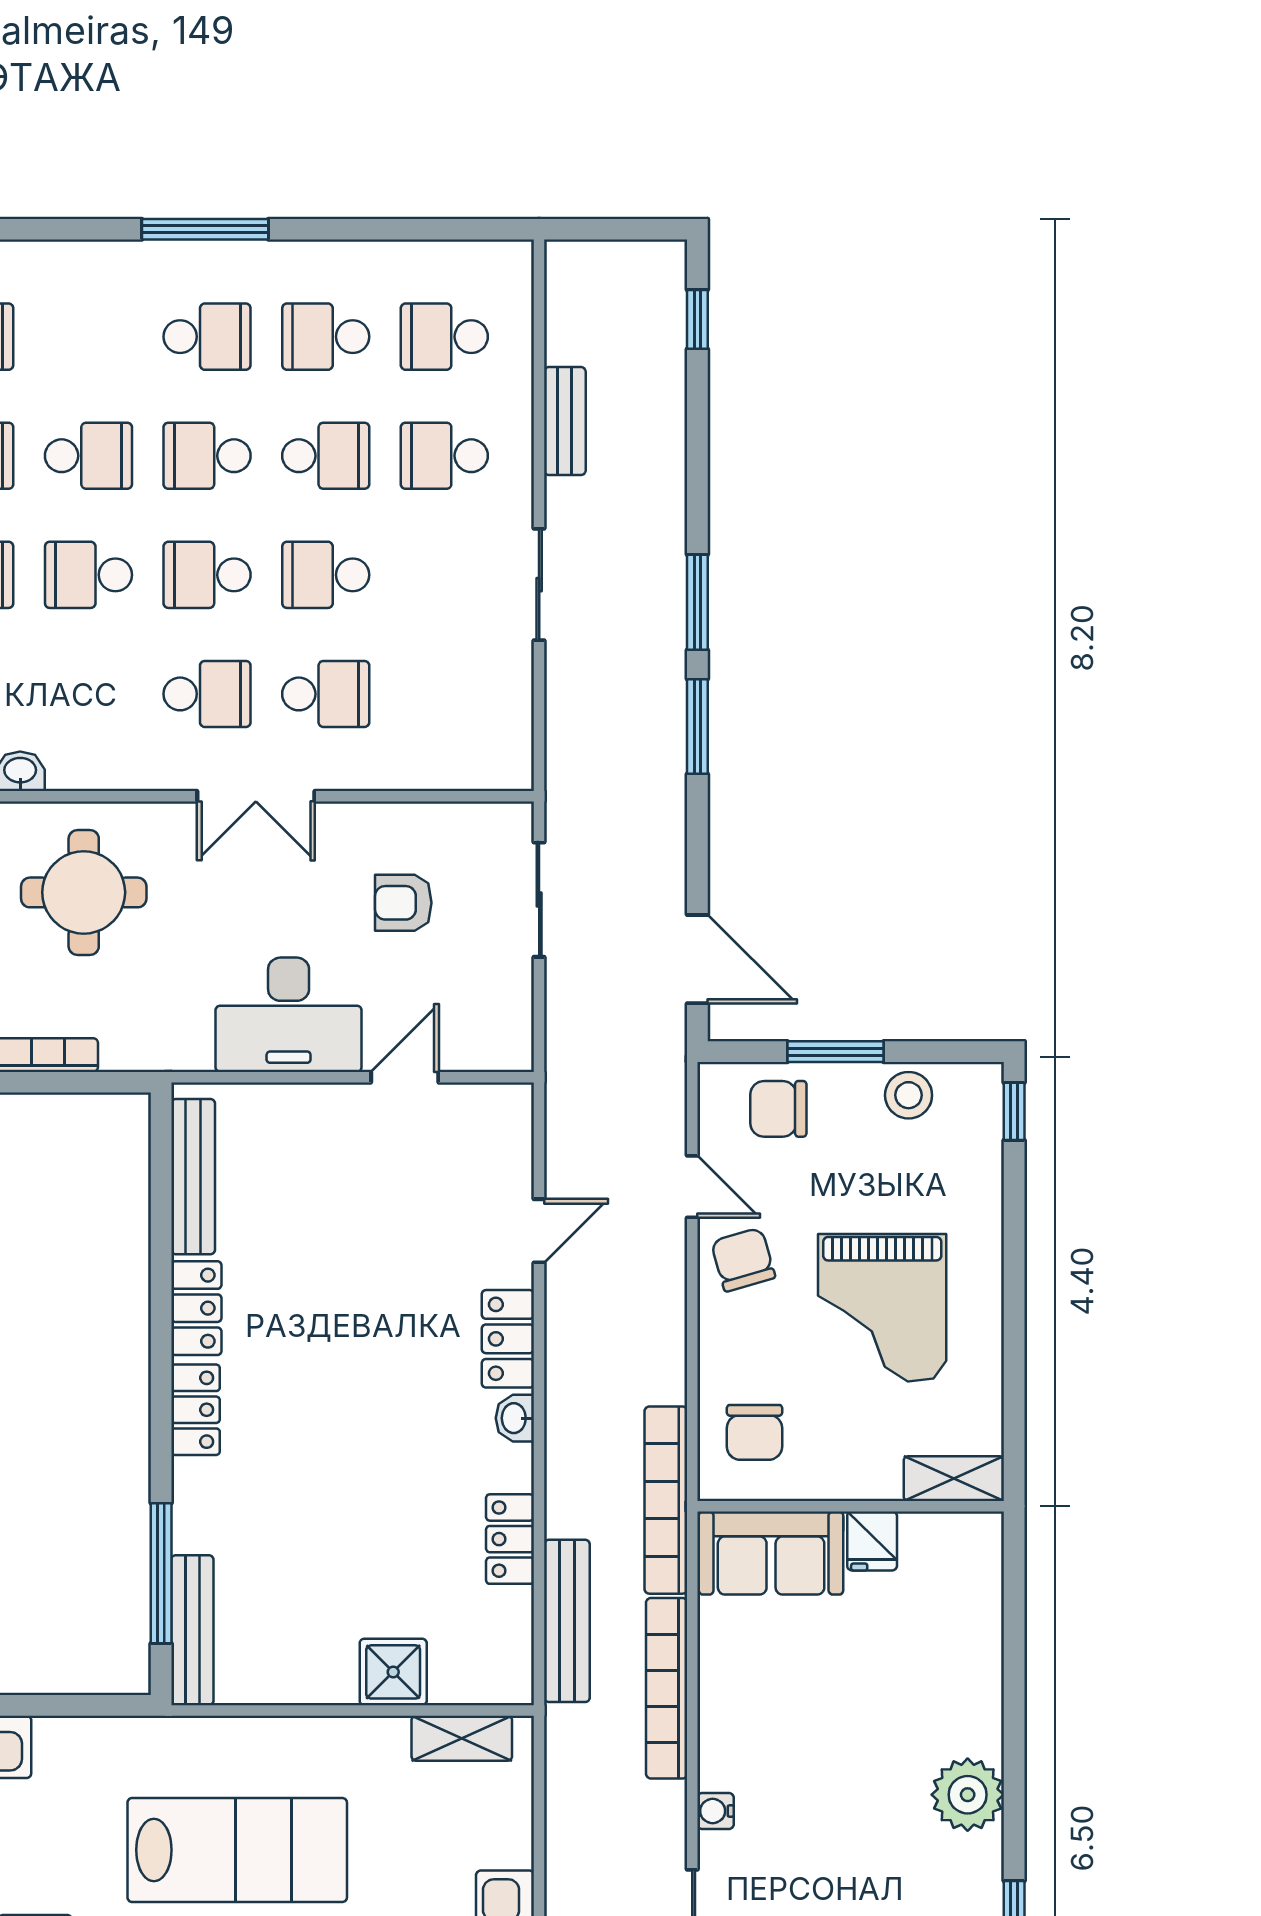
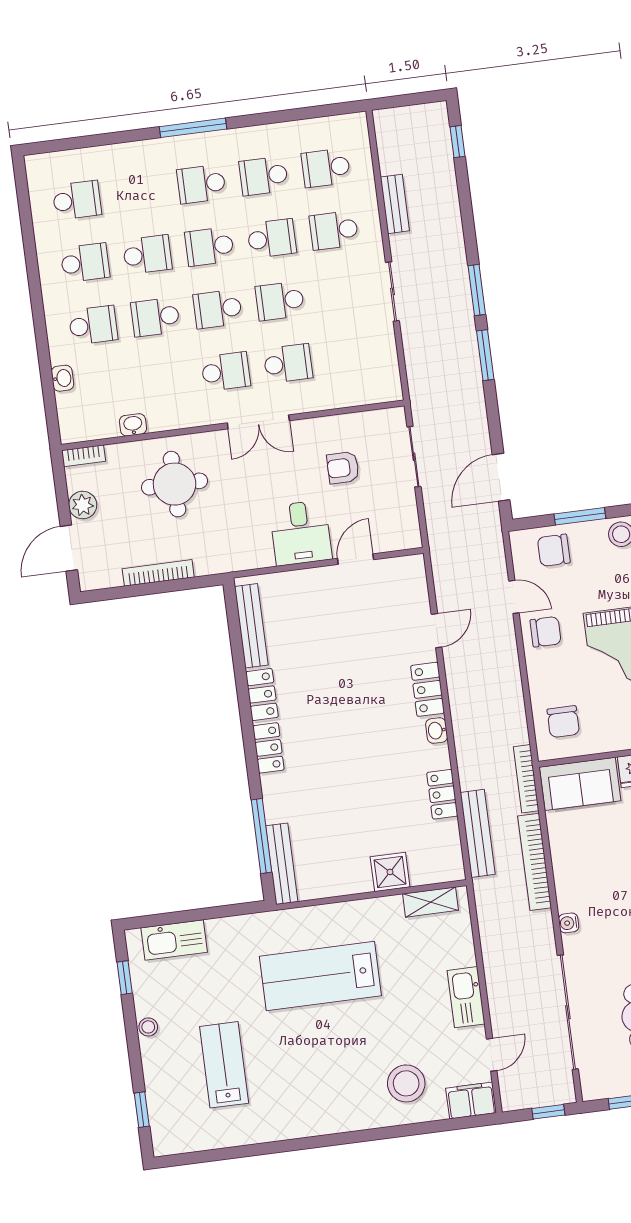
school desk: (207, 337) -> (201, 184), turned 180
door: (697, 959) -> (501, 477), swing flipped
desk: (289, 1015) -> (301, 533), width x0.73
chair: (743, 1260) -> (546, 632), turned 106
bookcase: (666, 1500) -> (526, 779), width x0.68, depth x0.76
lab bench: (237, 1850) -> (320, 976), turned 180

